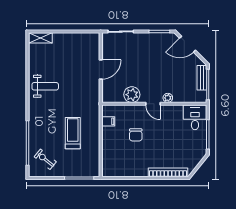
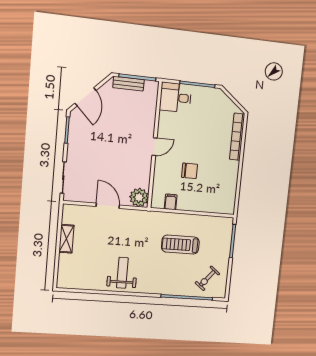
shelving: (40, 38) -> (66, 239), moved
plant: (132, 95) -> (139, 197), moved
plant: (168, 98) -> (149, 128), removed

